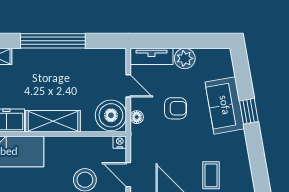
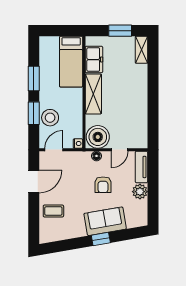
window: (53, 41) -> (153, 94), removed

